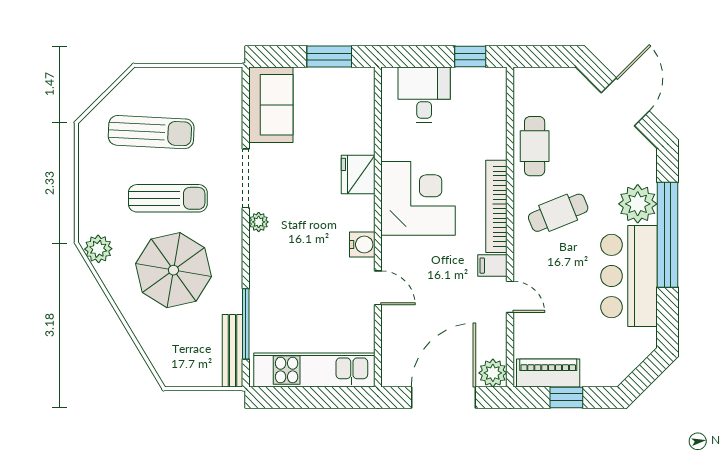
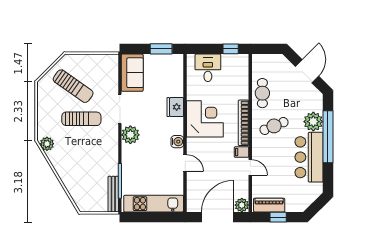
sun lounger: (151, 132) -> (73, 86), turned 32
plant: (259, 222) -> (130, 135), width x1.87, depth x1.87
parasol: (173, 270) -> (84, 154), removed

